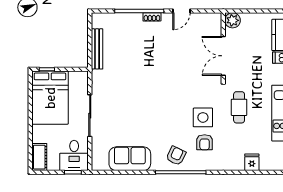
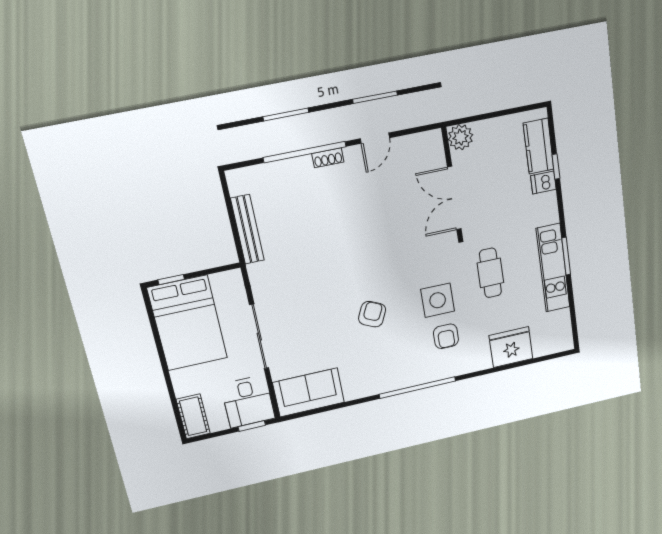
armchair: (176, 156) -> (372, 314), moved
sofa: (130, 159) -> (309, 392), moved
fridge: (252, 162) -> (511, 347), width x1.88, depth x1.34

